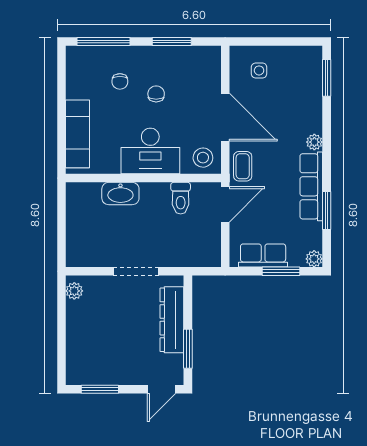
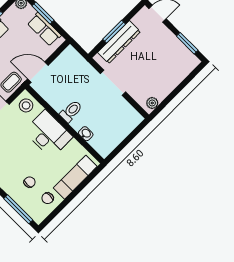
chair: (156, 94) -> (48, 198), moved
washbasin: (120, 194) -> (86, 134), width x0.52, depth x0.69
toilet: (181, 198) -> (71, 111), moved
window: (188, 349) -> (114, 32), moved

